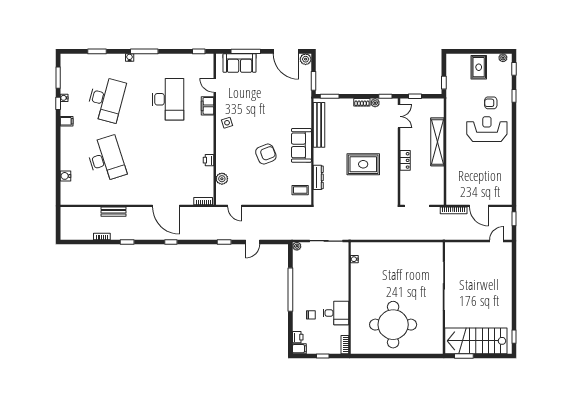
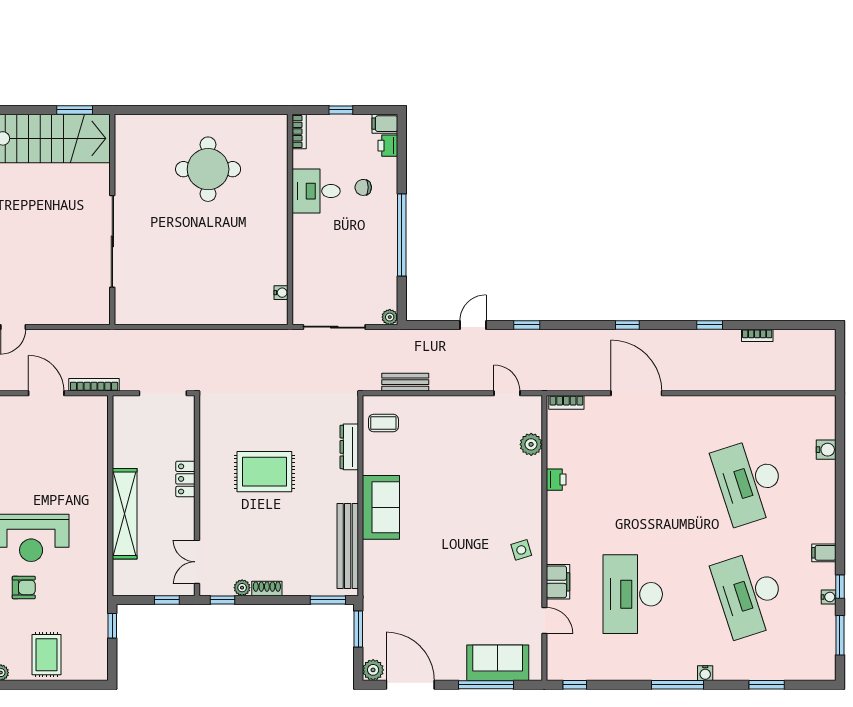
desk: (106, 99) -> (749, 594), turned -33
armchair: (266, 154) -> (448, 491), removed
bench: (114, 212) -> (405, 382), moved
round table: (393, 325) -> (208, 169), width x0.73, depth x0.73

